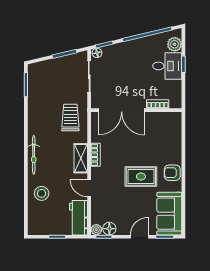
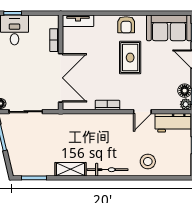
trolley: (70, 117) -> (68, 131), removed
tv unit: (176, 127) -> (78, 21), added
shelving: (81, 158) -> (71, 169), moved

